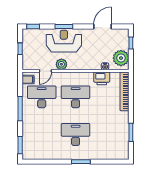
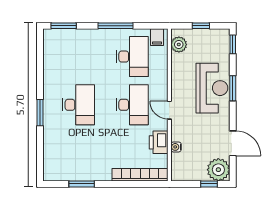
plant: (121, 58) -> (218, 170), moved
plant: (61, 64) -> (179, 44), moved
door: (45, 71) -> (169, 110), moved

